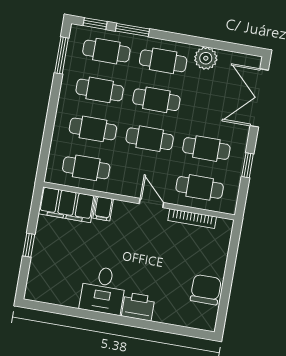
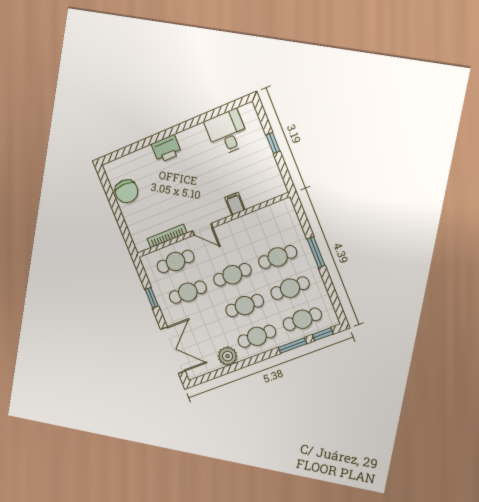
window: (62, 55) -> (316, 252), moved
cafe table: (86, 168) -> (265, 226), removed
filing cabinet: (67, 205) -> (263, 190), removed
desk: (103, 290) -> (227, 133), moved

